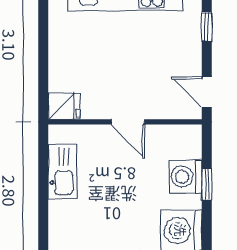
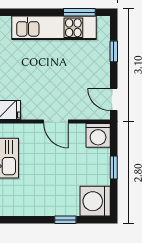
washing machine: (185, 177) -> (98, 135), moved, turned -90

